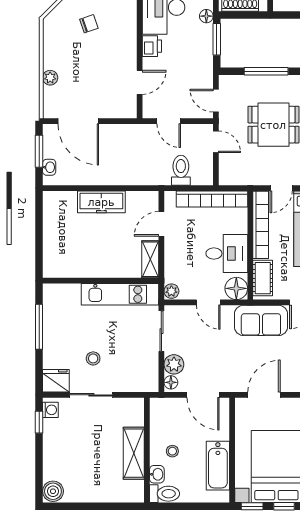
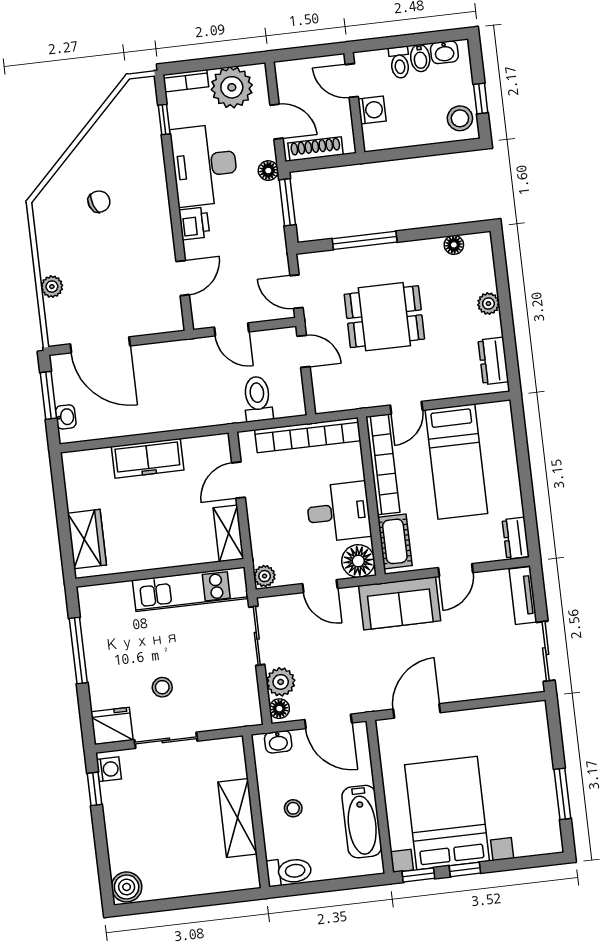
wardrobe: (54, 252) -> (87, 539), added
washbasin: (157, 474) -> (278, 742), moved, turned 90

